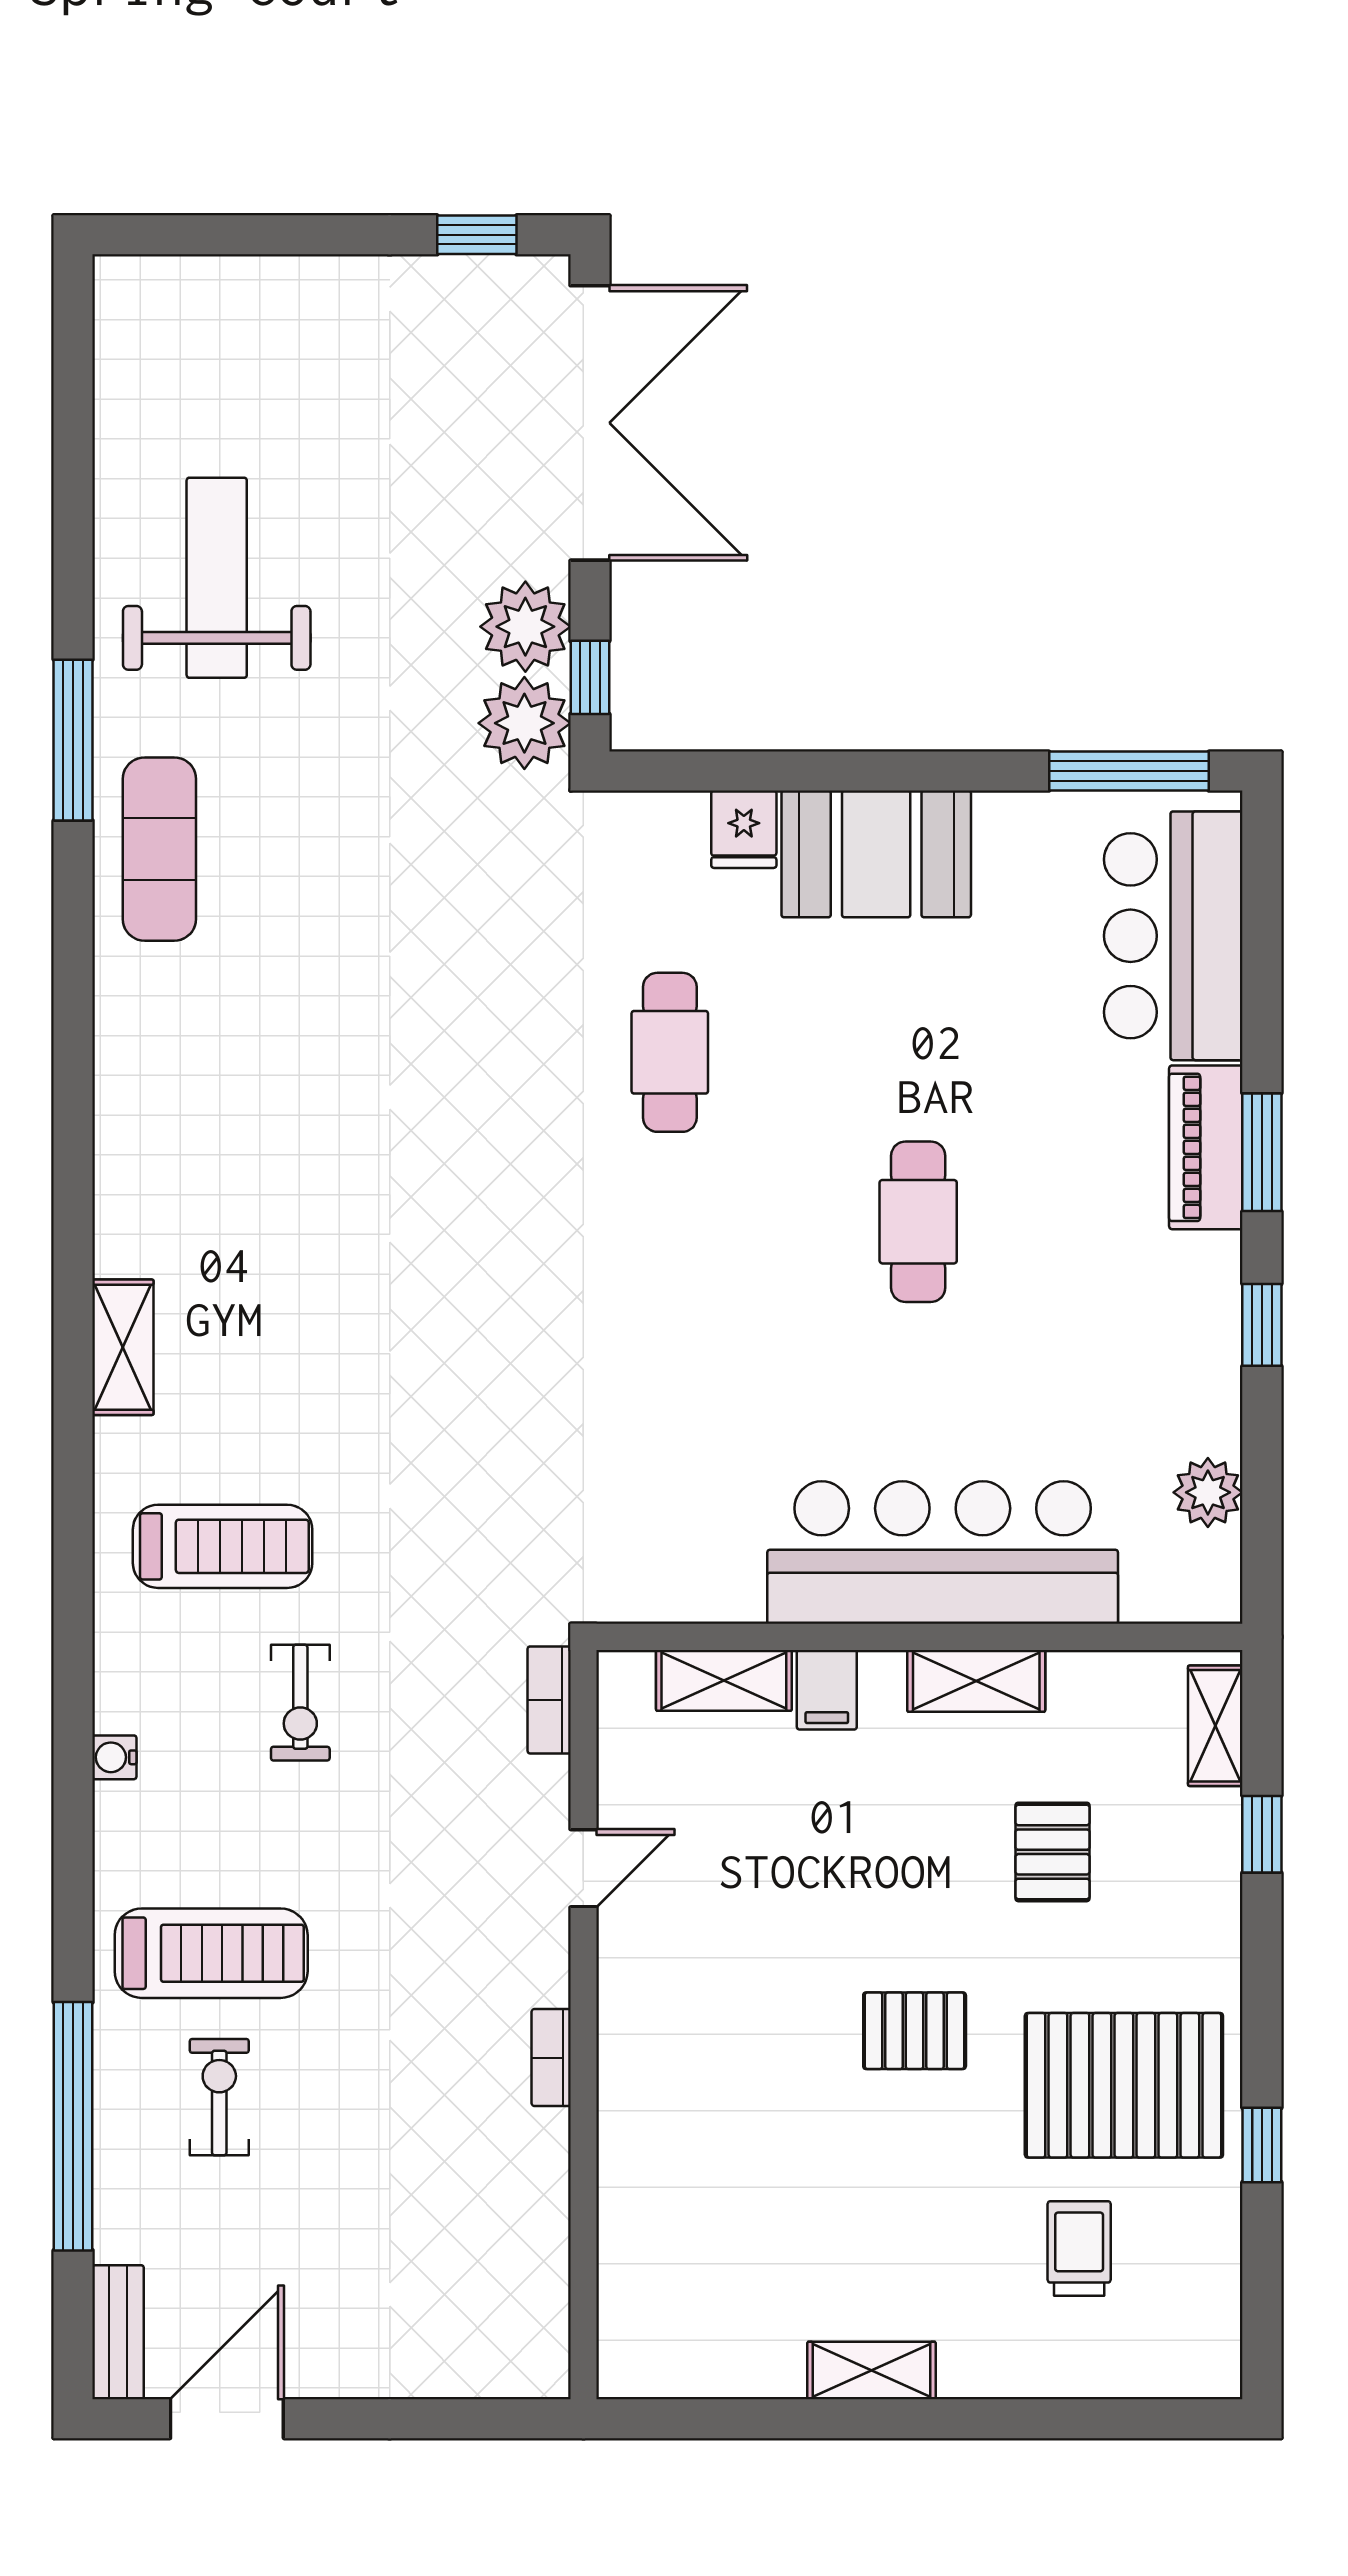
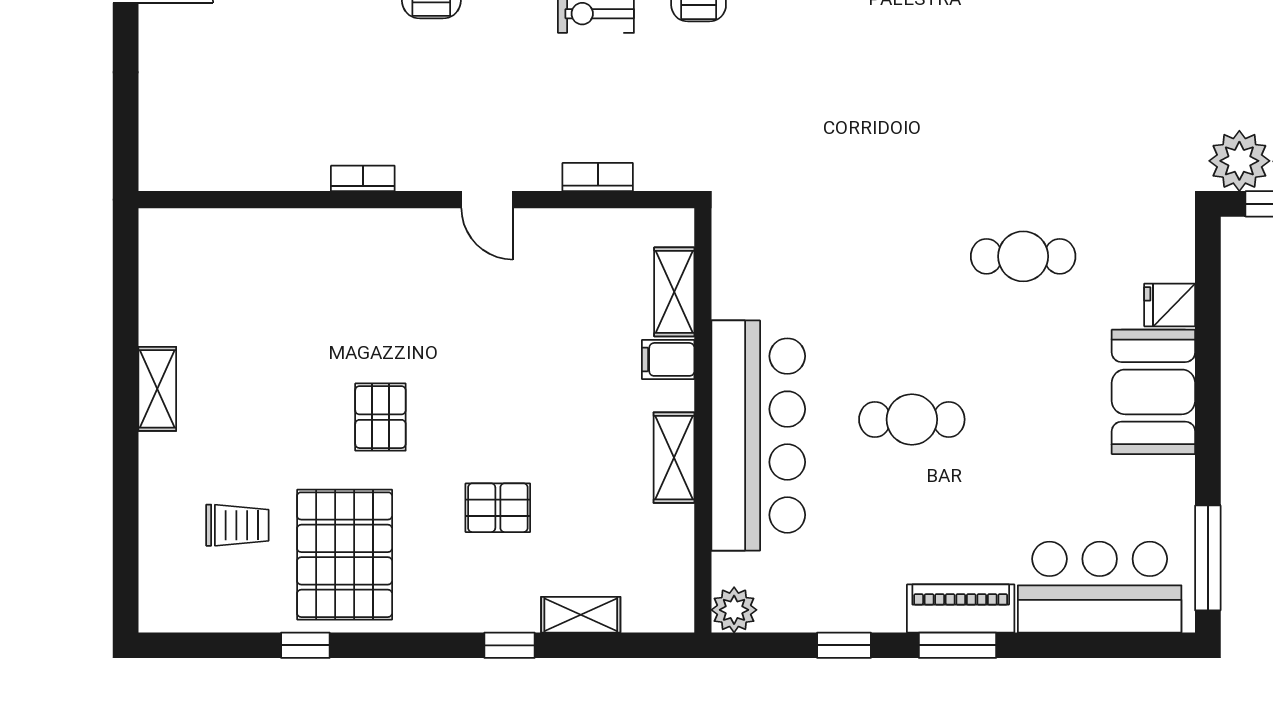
bar counter: (943, 1553) -> (758, 436), moved
wall: (919, 1637) -> (703, 420), moved
shelving: (724, 1680) -> (674, 292), moved
shelving: (976, 1681) -> (674, 458), moved
filing cabinet: (827, 1690) -> (668, 359), moved

